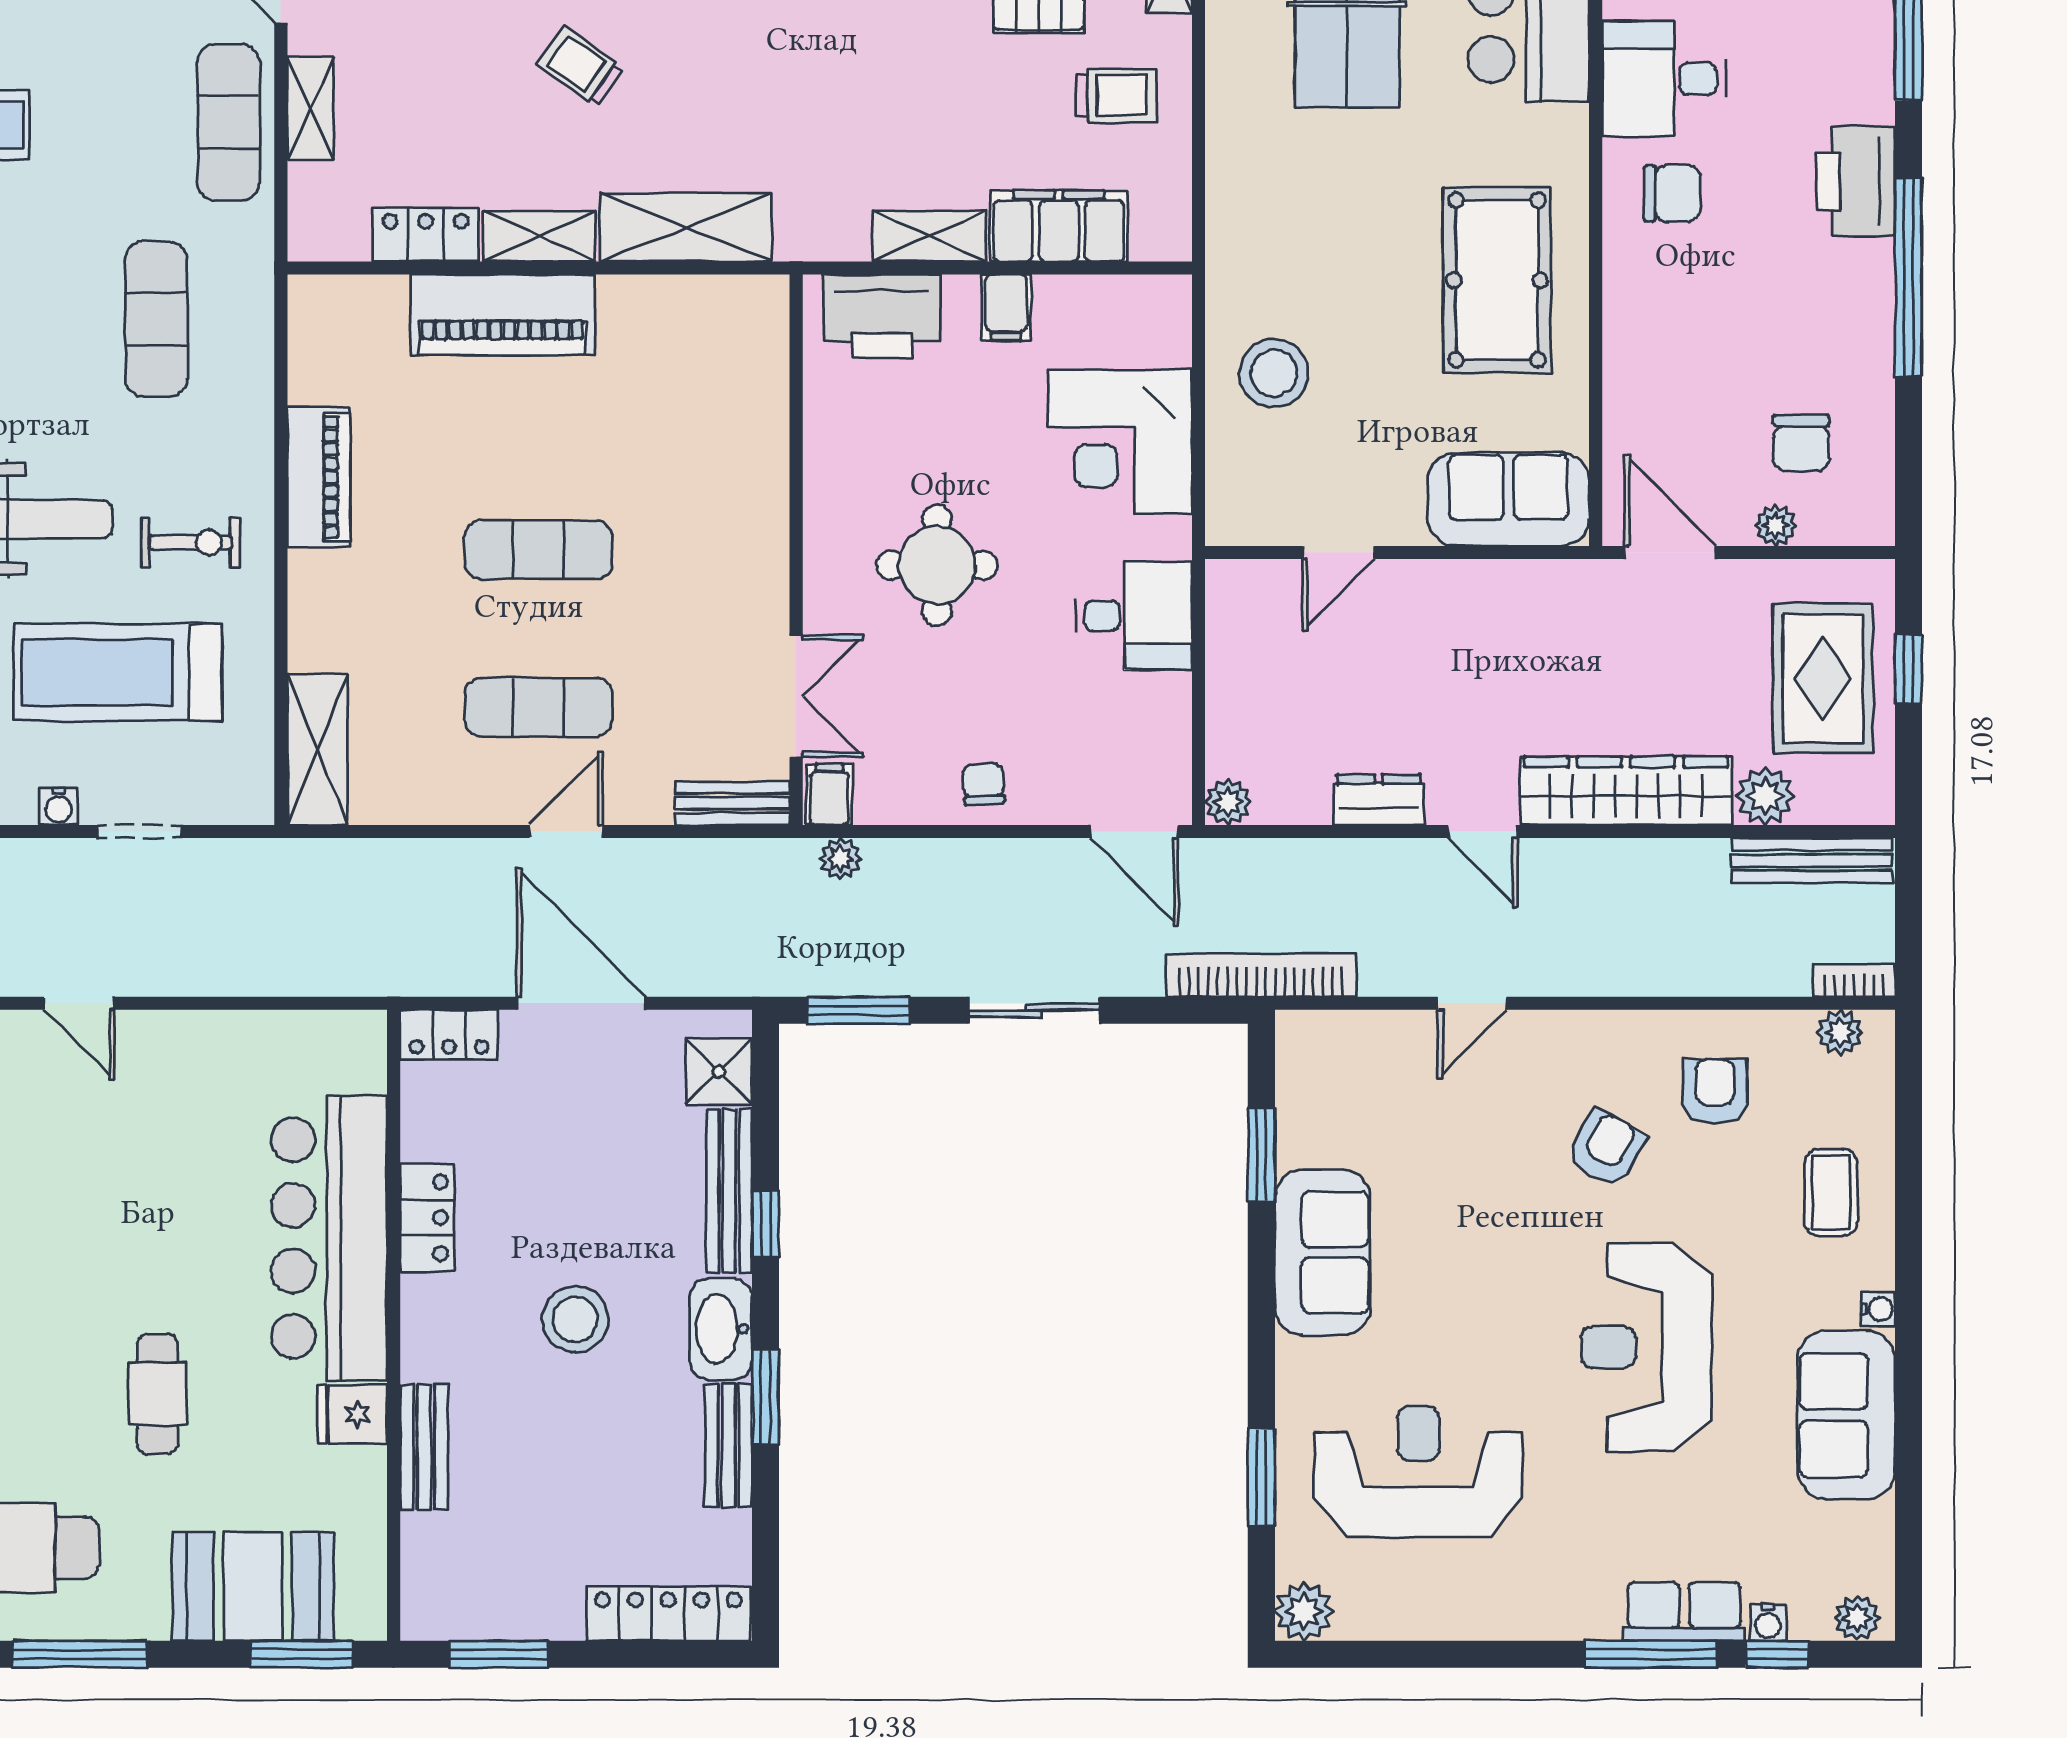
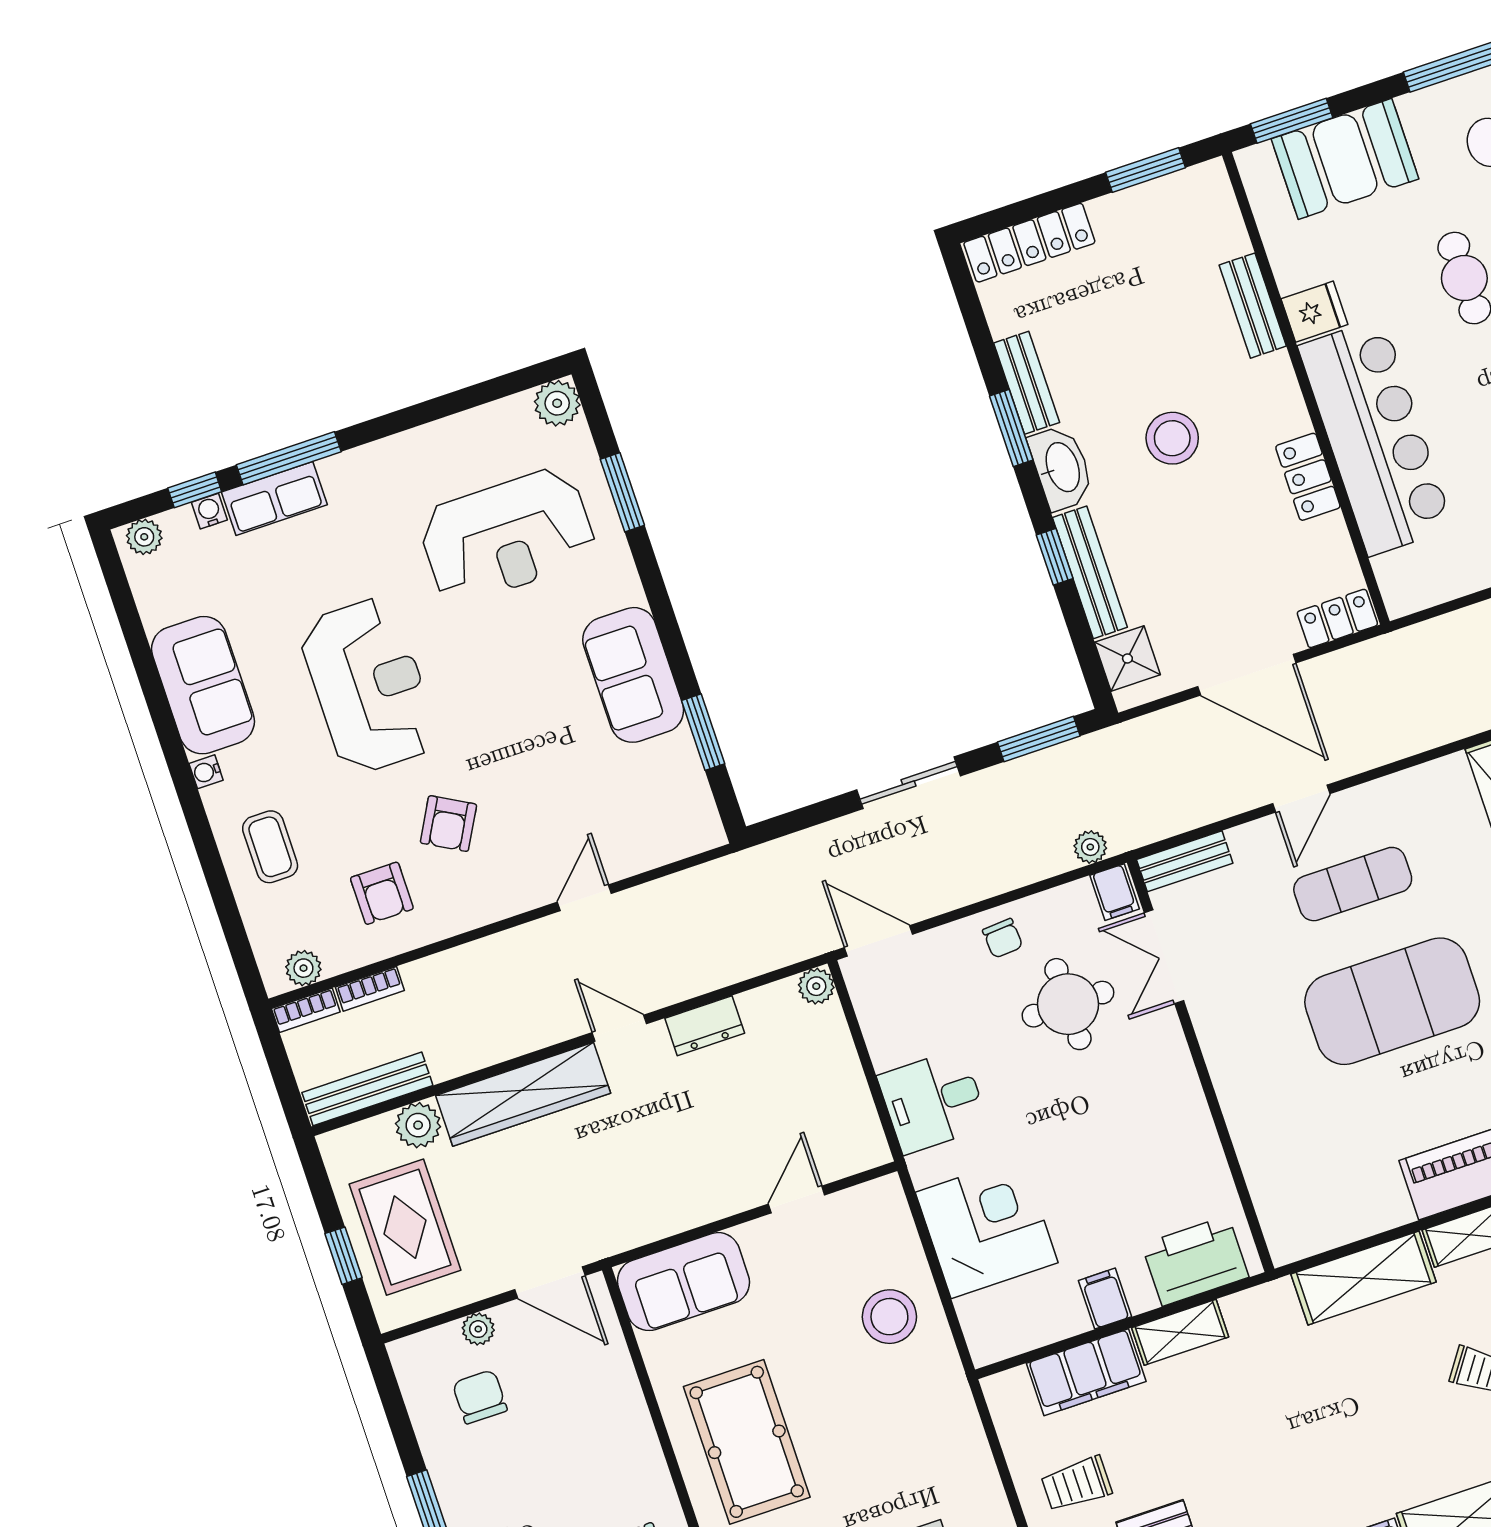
exercise mat: (538, 550) -> (1392, 1001), width x2.00, depth x1.45
round table: (937, 565) -> (1068, 1004), moved
bookcase: (1261, 975) -> (370, 989), moved, width x0.43, depth x0.76

